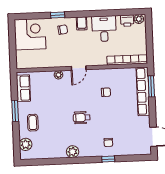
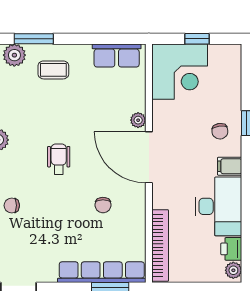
desk: (104, 29) -> (219, 206), width x1.37
corner desk: (30, 34) -> (180, 72), moved
window: (12, 44) -> (197, 39), added
door: (79, 68) -> (149, 157), width x1.88
window: (15, 111) -> (34, 39), moved

